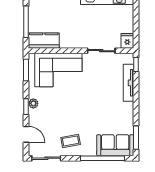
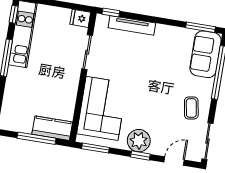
kitchen counter: (44, 41) -> (52, 128), moved, turned 90
plant: (33, 103) -> (139, 141), width x1.88, depth x1.88

